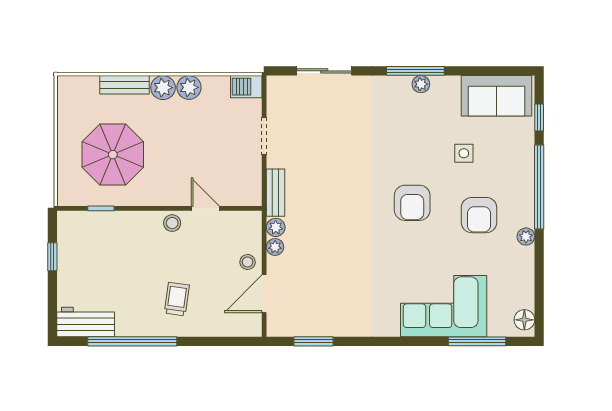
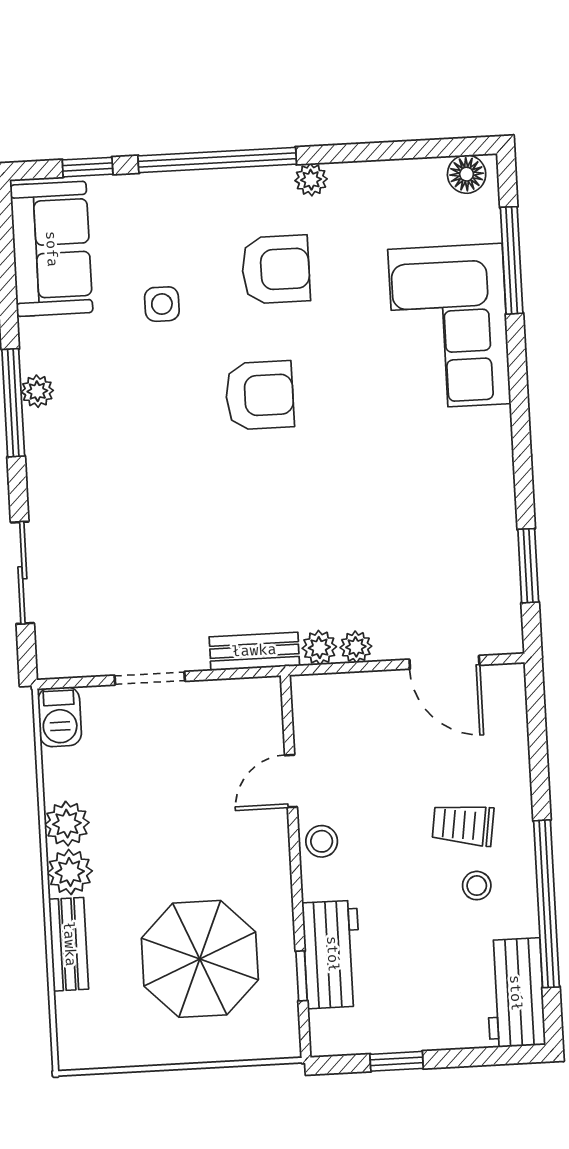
workbench: (111, 225) -> (332, 954), added
stool: (248, 262) -> (477, 886), moved

